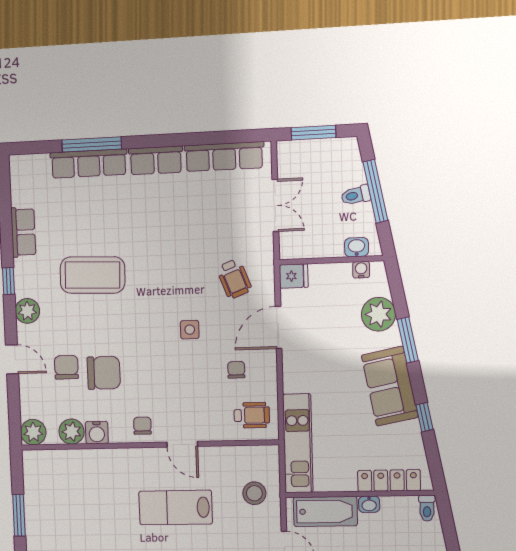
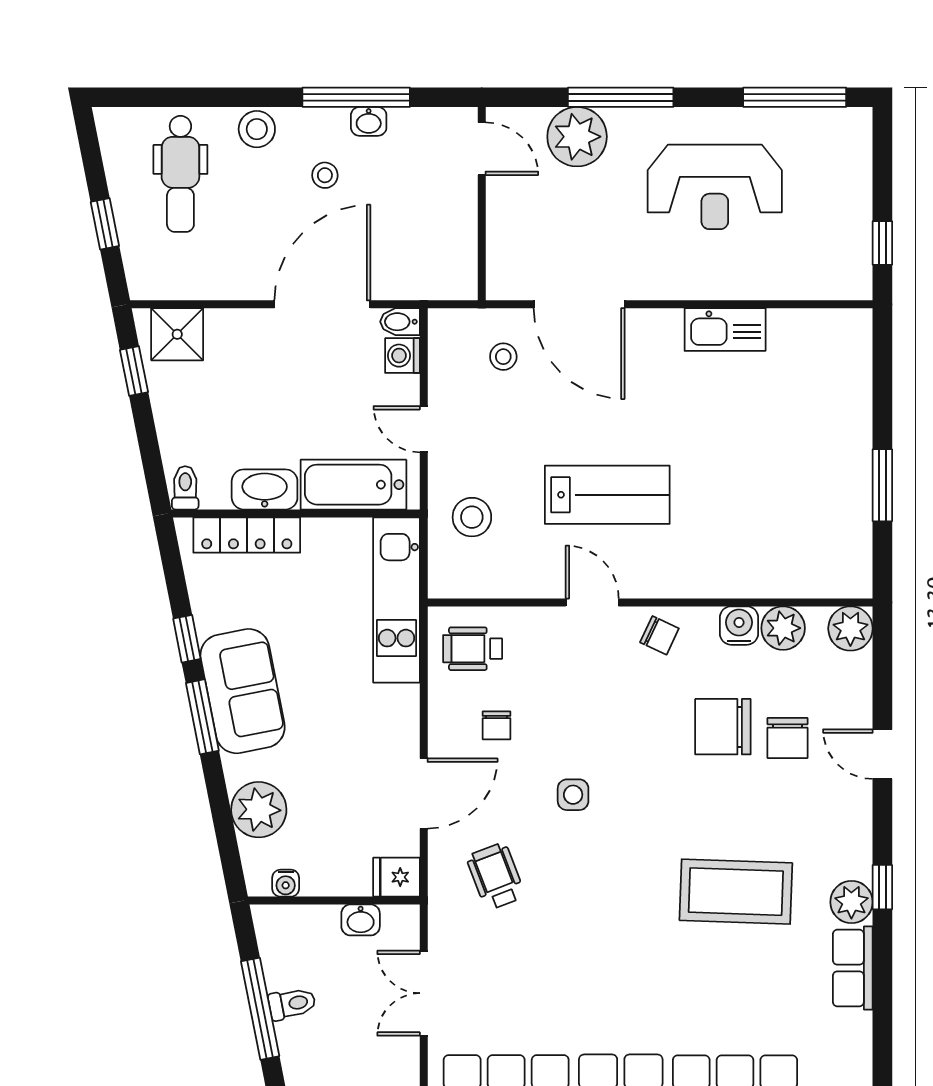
washbasin: (357, 247) -> (361, 920), moved
plant: (27, 311) -> (851, 902), moved
window: (408, 340) -> (202, 717), moved
chair: (142, 426) -> (659, 635), turned -65
washbasin: (369, 504) -> (265, 489), width x1.91, depth x1.45

